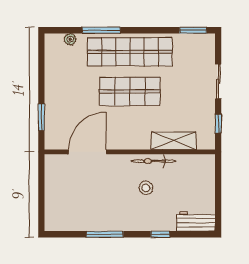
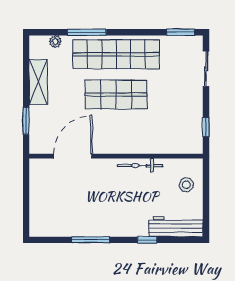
sliding door: (218, 81) -> (206, 69), moved
shelving: (174, 141) -> (38, 82), moved, turned 90
stool: (146, 188) -> (186, 185), moved
workbench: (196, 221) -> (176, 227), width x1.38

